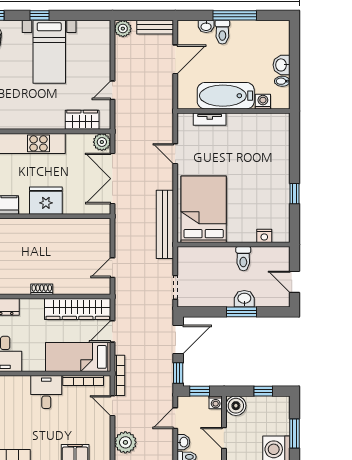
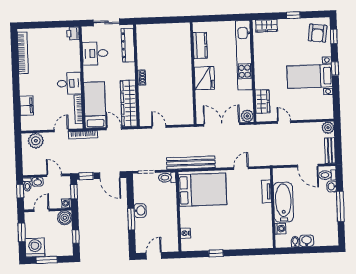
toilet: (222, 32) -> (327, 175), moved
toilet: (243, 259) -> (167, 178), moved
washbasin: (244, 299) -> (140, 211), moved

